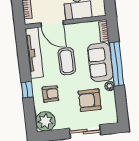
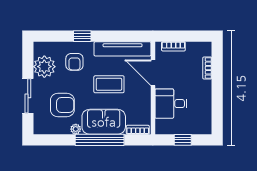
door: (52, 24) -> (153, 73), hinge flipped
armchair: (90, 100) -> (62, 105), turned 90
plant: (45, 121) -> (44, 67), moved

